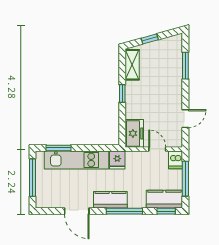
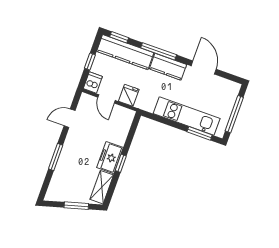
window: (150, 39) -> (76, 206), width x1.50
window: (185, 66) -> (56, 157), moved
freezer: (134, 133) -> (110, 158), moved
fridge: (117, 160) -> (129, 95), moved
window: (185, 179) -> (90, 61), width x0.46
kitchen counter: (164, 199) -> (125, 52), width x1.50

